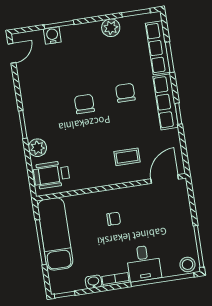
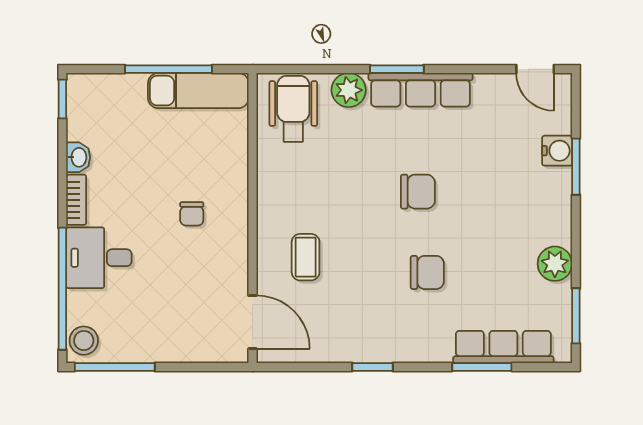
row of seats: (166, 102) -> (421, 90), moved, turned 180
exam couch: (55, 234) -> (198, 91), width x0.73, depth x0.69

